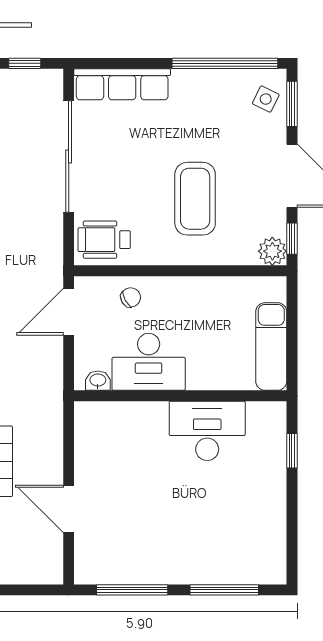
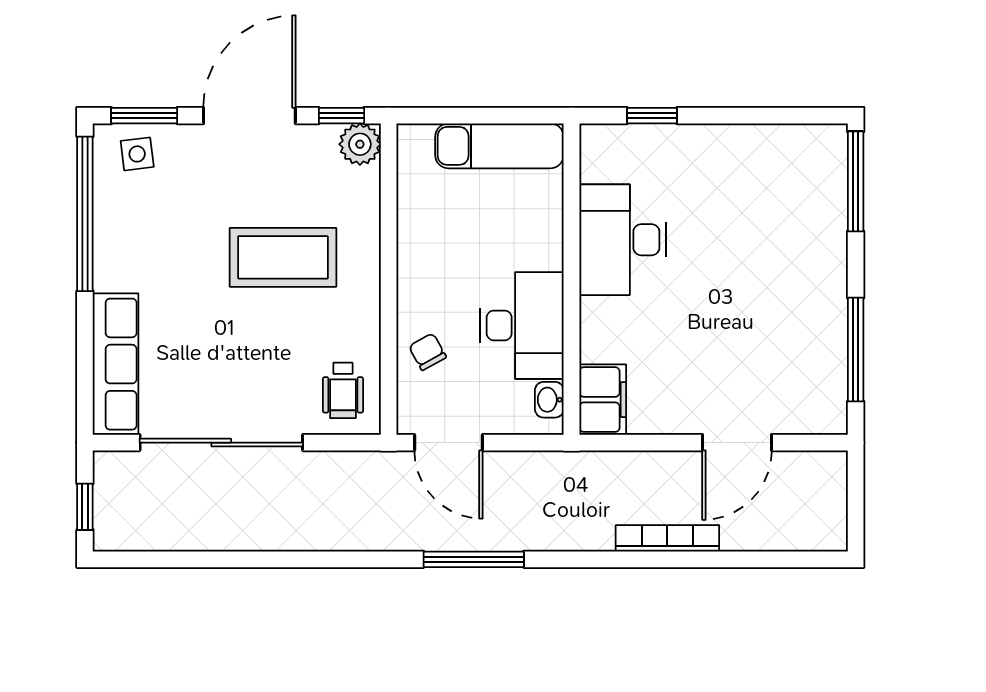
side table: (266, 99) -> (137, 154), turned -33
wheelchair: (104, 240) -> (343, 390), width x0.73, depth x0.73
filing cabinet: (98, 417) -> (603, 400), added
window: (224, 590) -> (856, 181), moved

